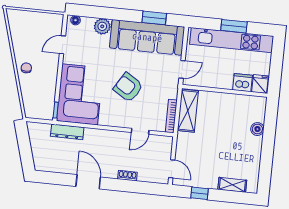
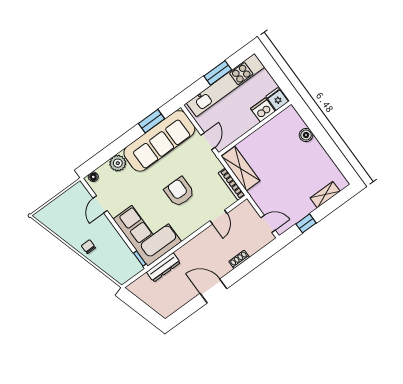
armchair: (128, 87) -> (179, 192), turned 58

